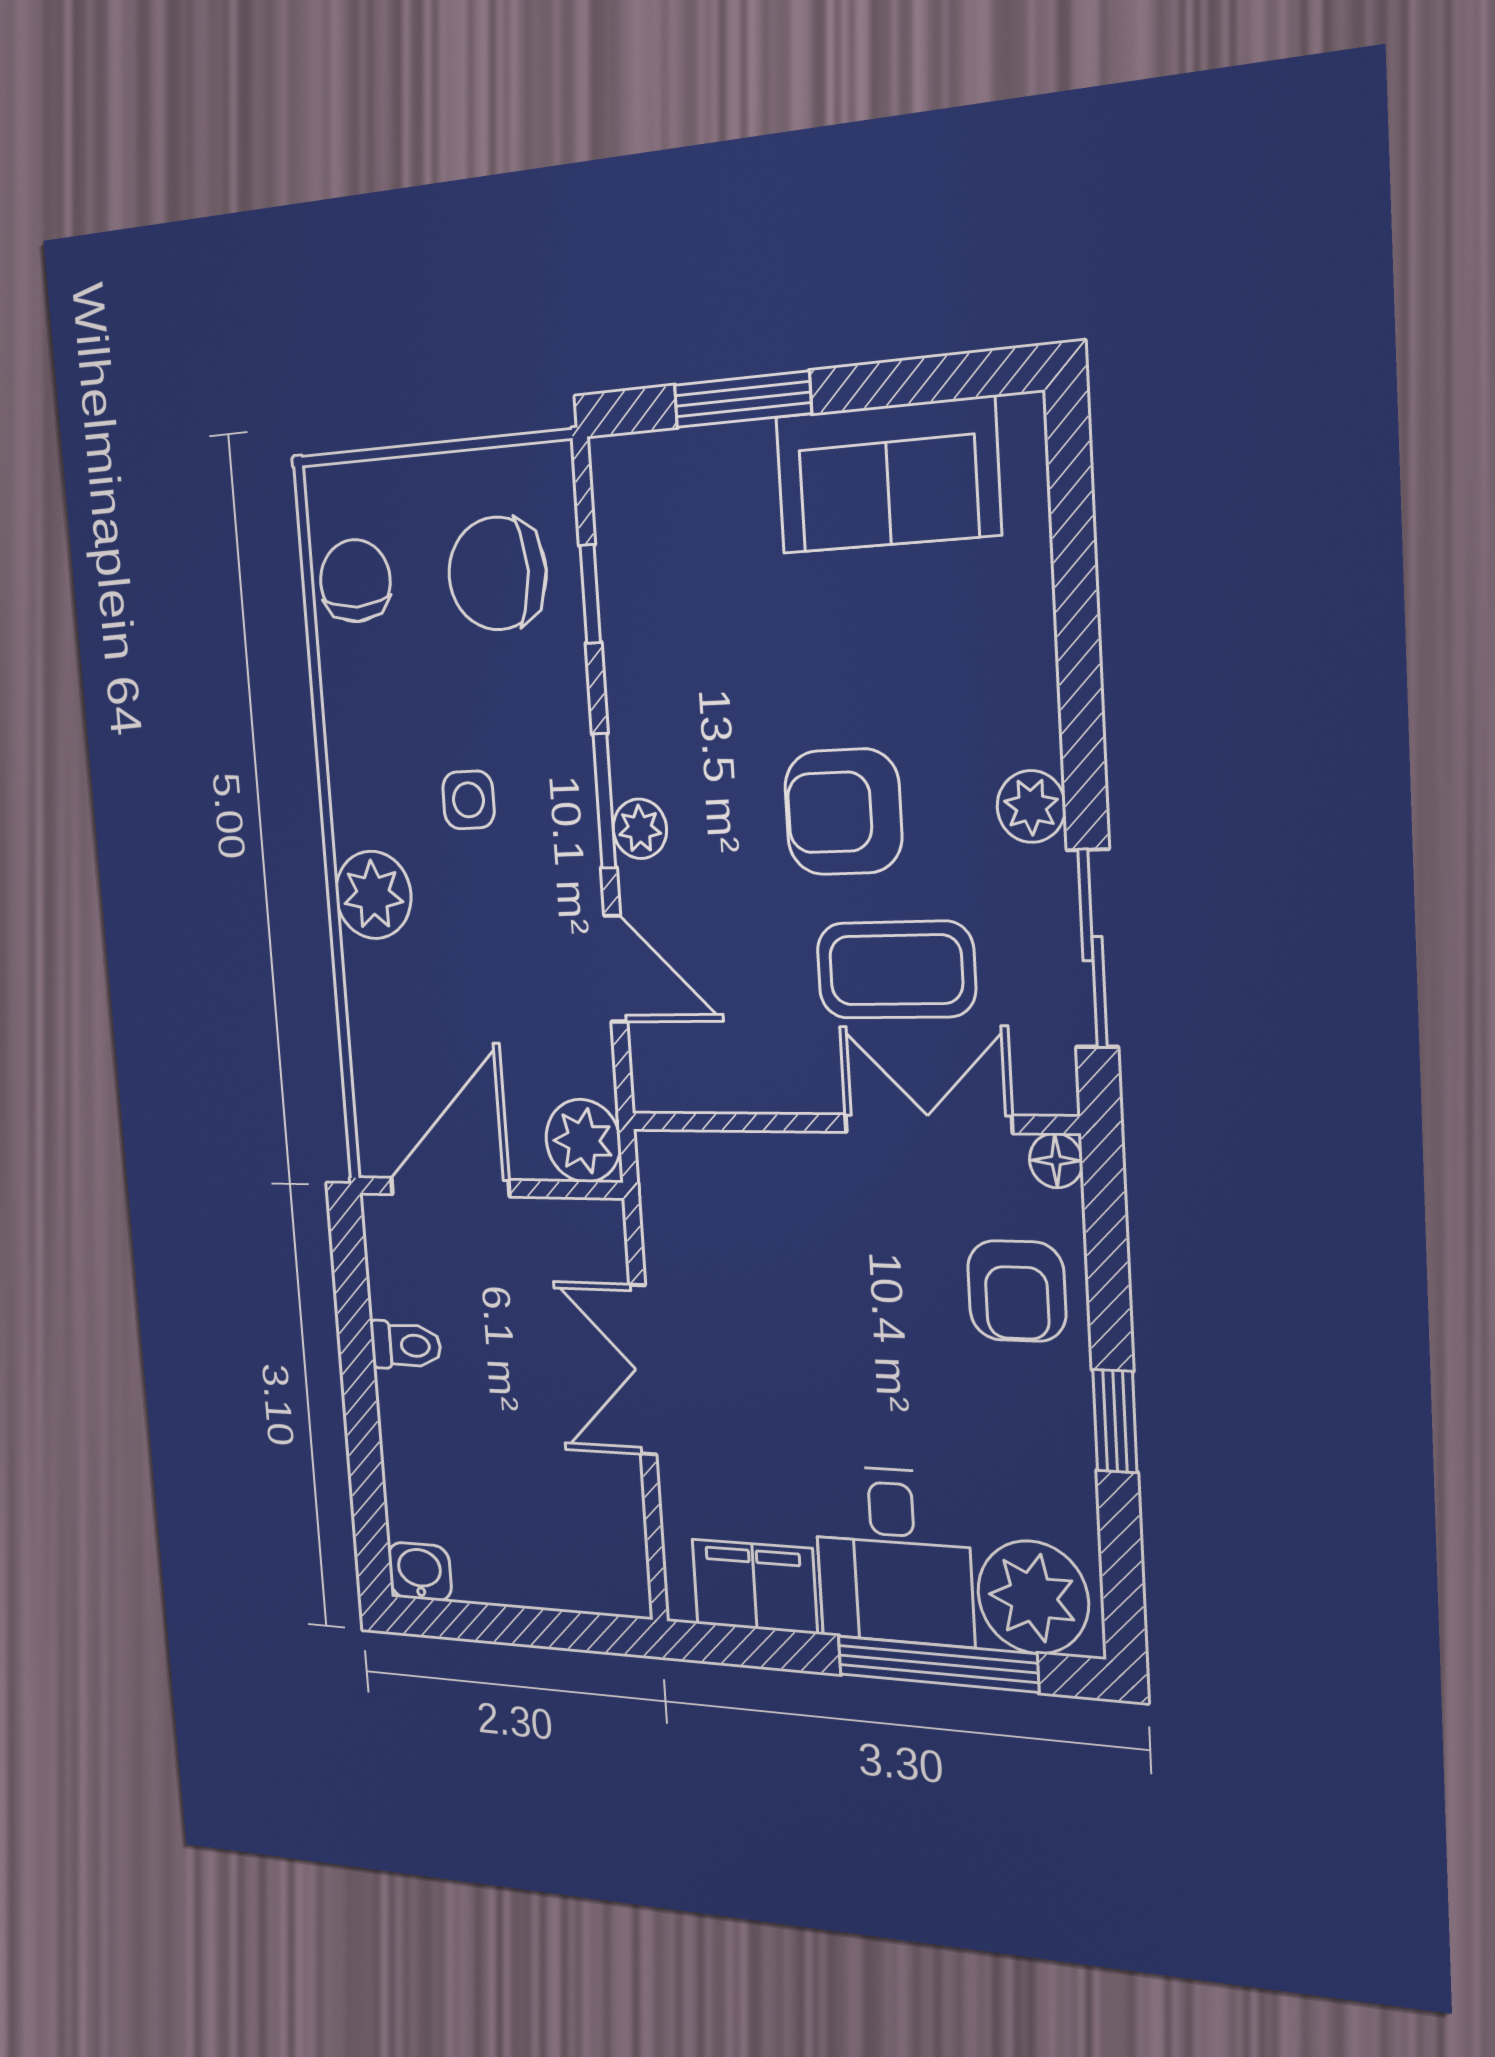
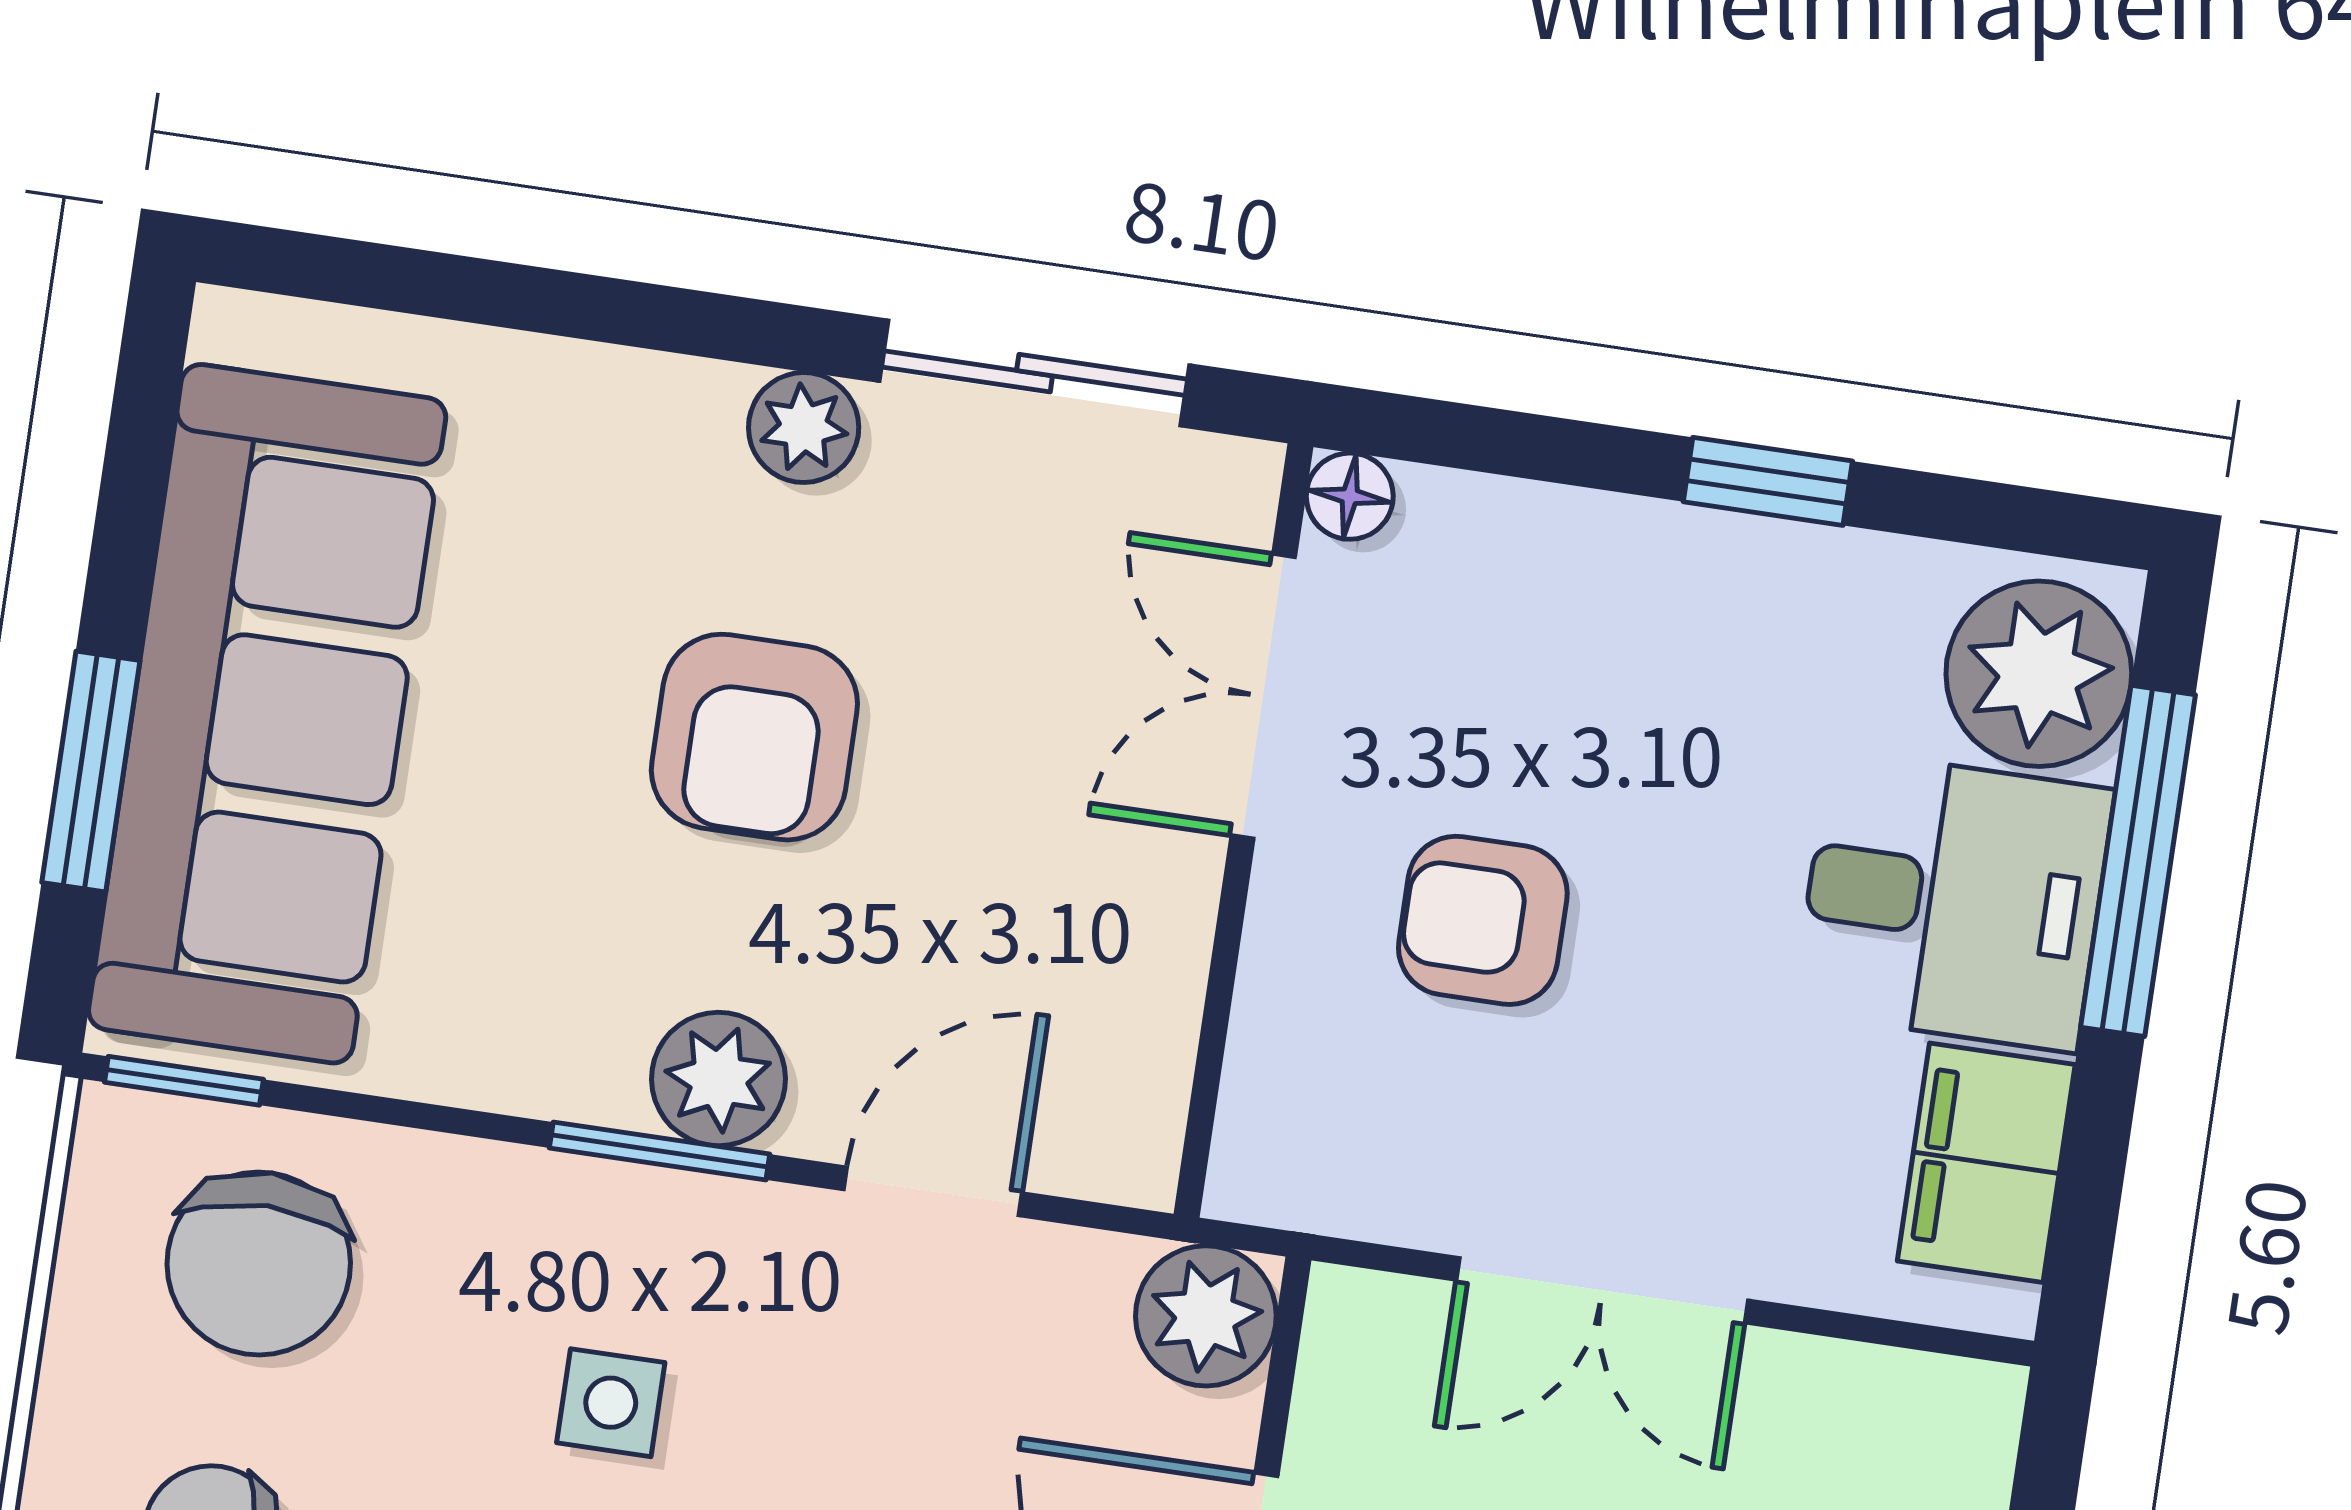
sofa: (887, 475) -> (267, 714), width x1.85, depth x1.27
window: (590, 594) -> (184, 1081), moved
plant: (640, 829) -> (719, 1079), width x1.38, depth x1.38
coffee table: (896, 970) -> (1014, 700), removed
armchair: (1017, 1291) -> (1483, 920), moved, turned 180

